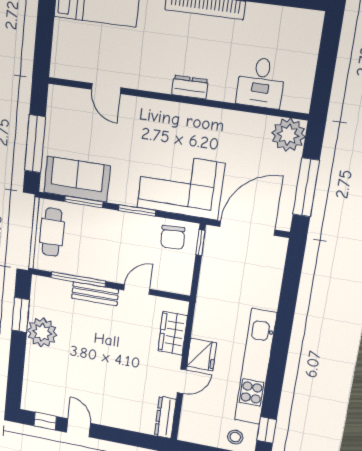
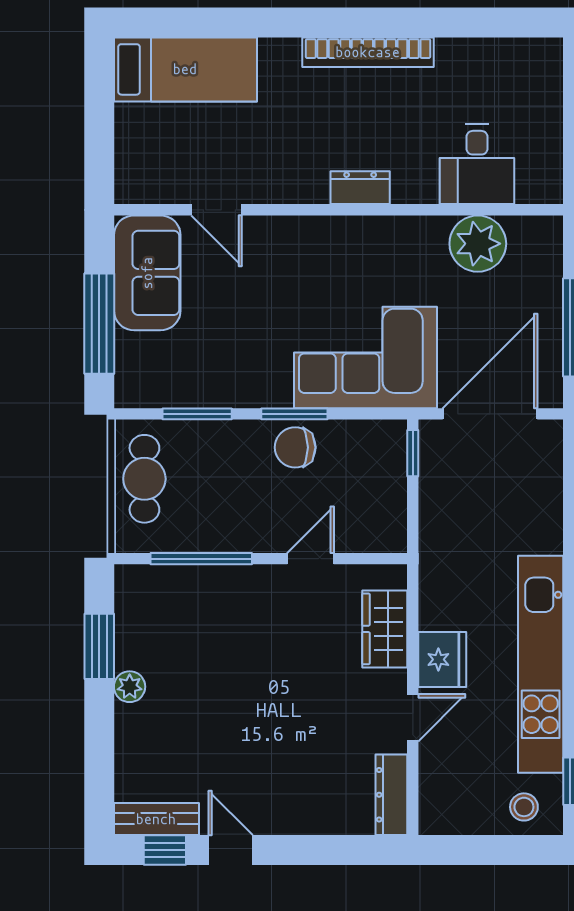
plant: (288, 135) -> (478, 244), moved
sofa: (77, 179) -> (147, 273), moved, turned 90
chair: (173, 237) -> (295, 447), moved, turned 93
bench: (95, 294) -> (156, 819), moved
plant: (42, 332) -> (130, 687), width x0.53, depth x0.53

